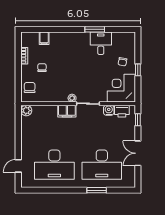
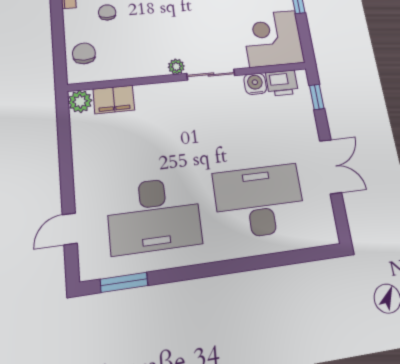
filing cabinet: (67, 111) -> (114, 99), moved
double door: (138, 153) -> (331, 166), swing flipped
desk: (102, 165) -> (259, 201), turned 180
window: (97, 190) -> (124, 282), moved

